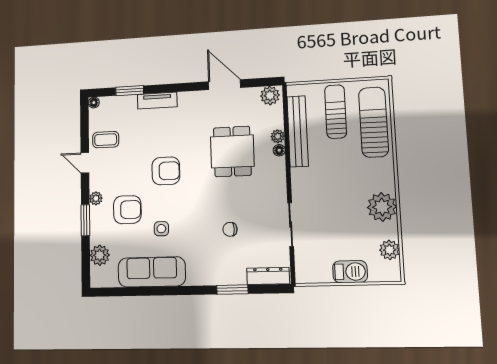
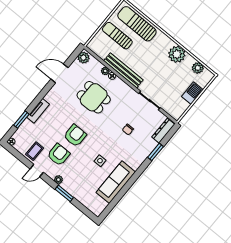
bench: (298, 131) -> (123, 70), moved
armchair: (127, 210) -> (59, 155), moved
plant: (100, 255) -> (87, 200), removed

